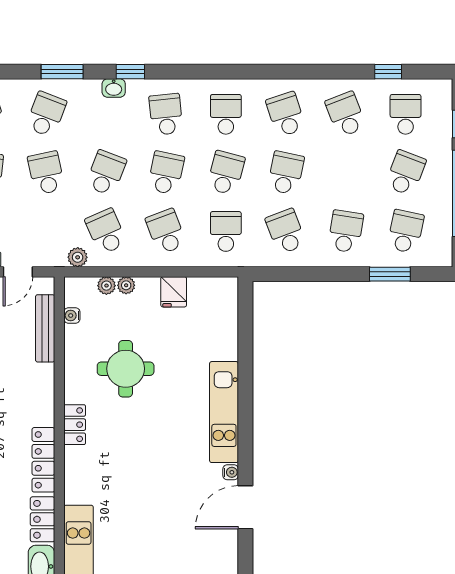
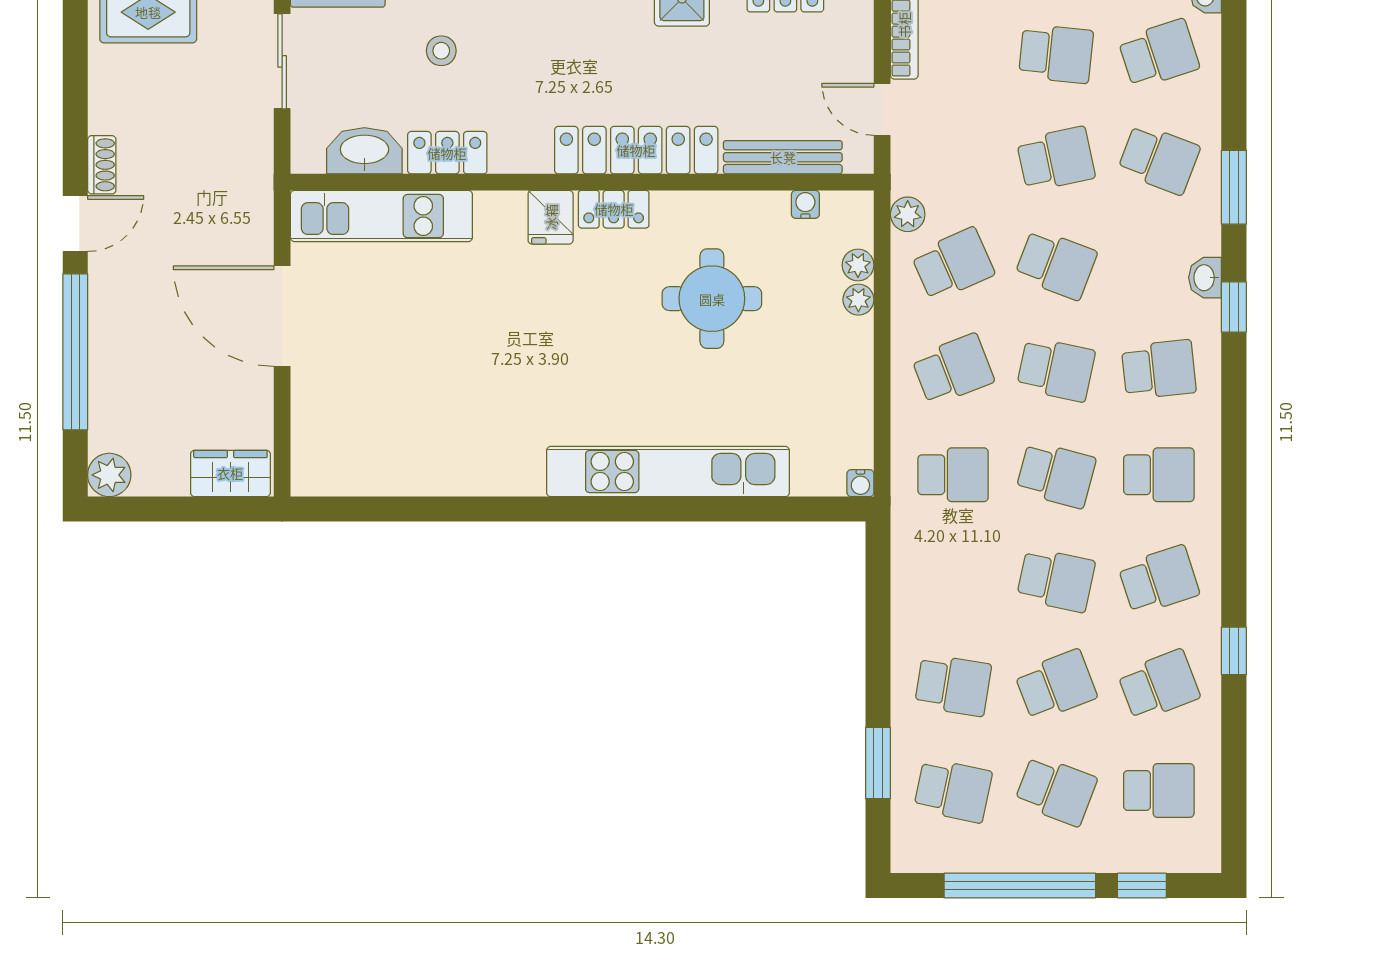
window: (388, 72) -> (1234, 651), moved
school desk: (286, 231) -> (1056, 685), moved
fridge: (174, 292) -> (551, 217), moved, turned -90
kitchen unit: (224, 412) -> (668, 471), width x1.36
locker: (43, 460) -> (636, 150), moved, width x1.41, depth x1.21
water cooler: (231, 472) -> (860, 483), moved
door: (245, 507) -> (468, 509), removed

